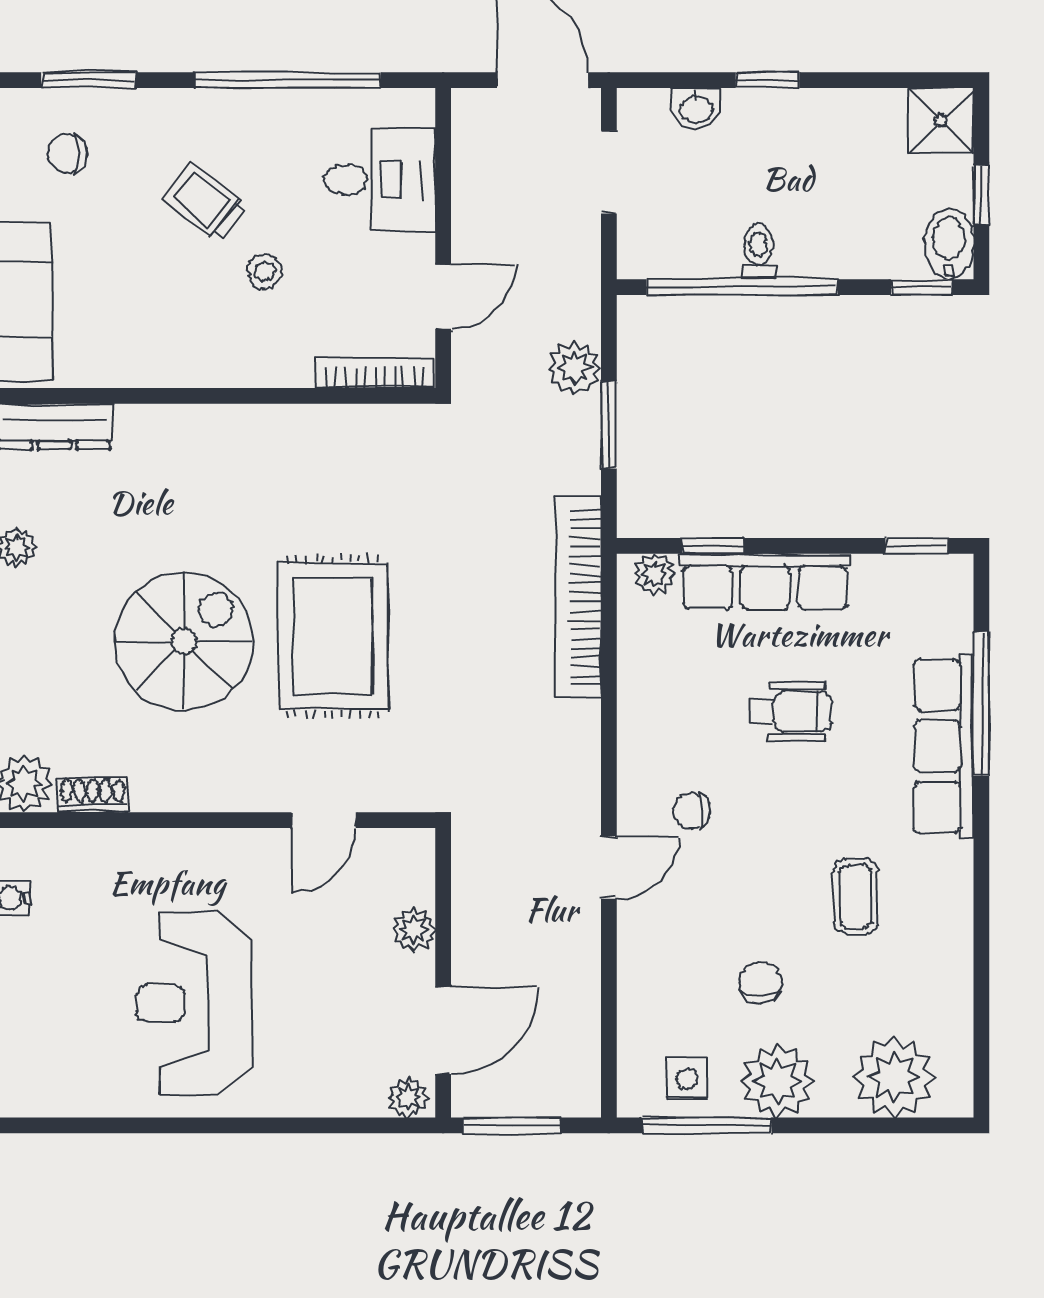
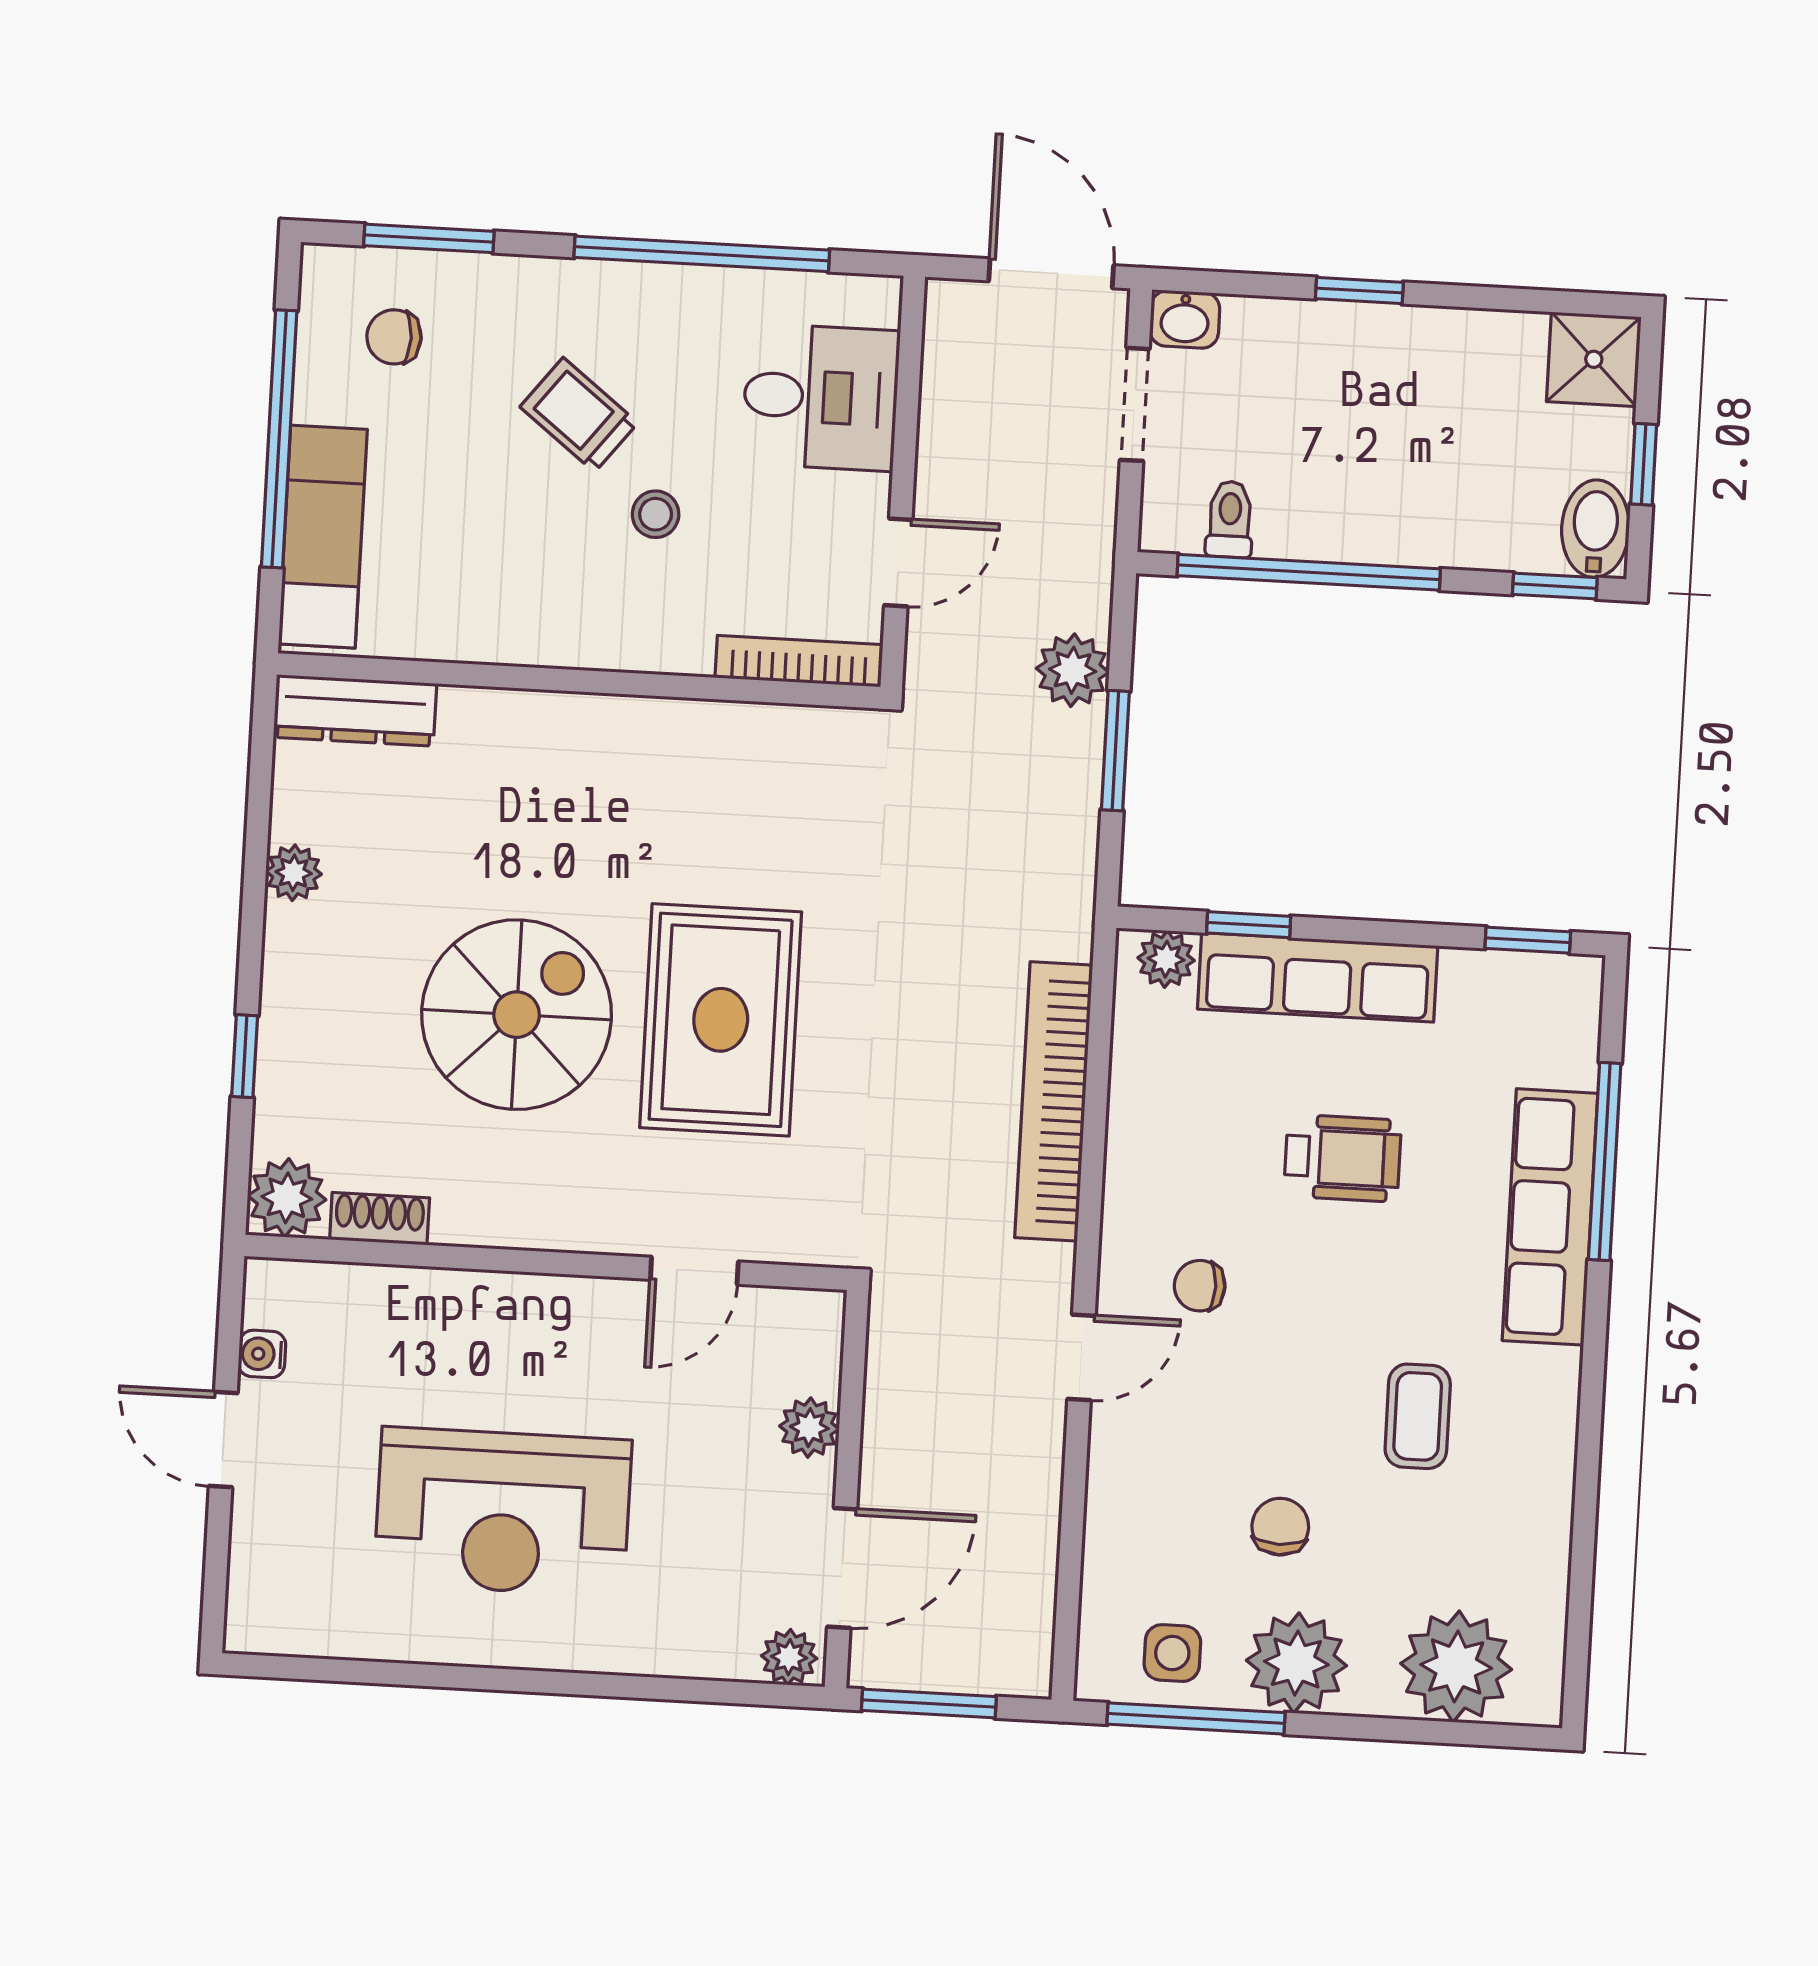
washbasin: (696, 108) -> (1185, 319), moved
toilet: (759, 252) -> (1230, 519), moved
bookcase: (578, 597) -> (1054, 1101), moved
reception desk: (194, 1003) -> (503, 1512), turned -90

